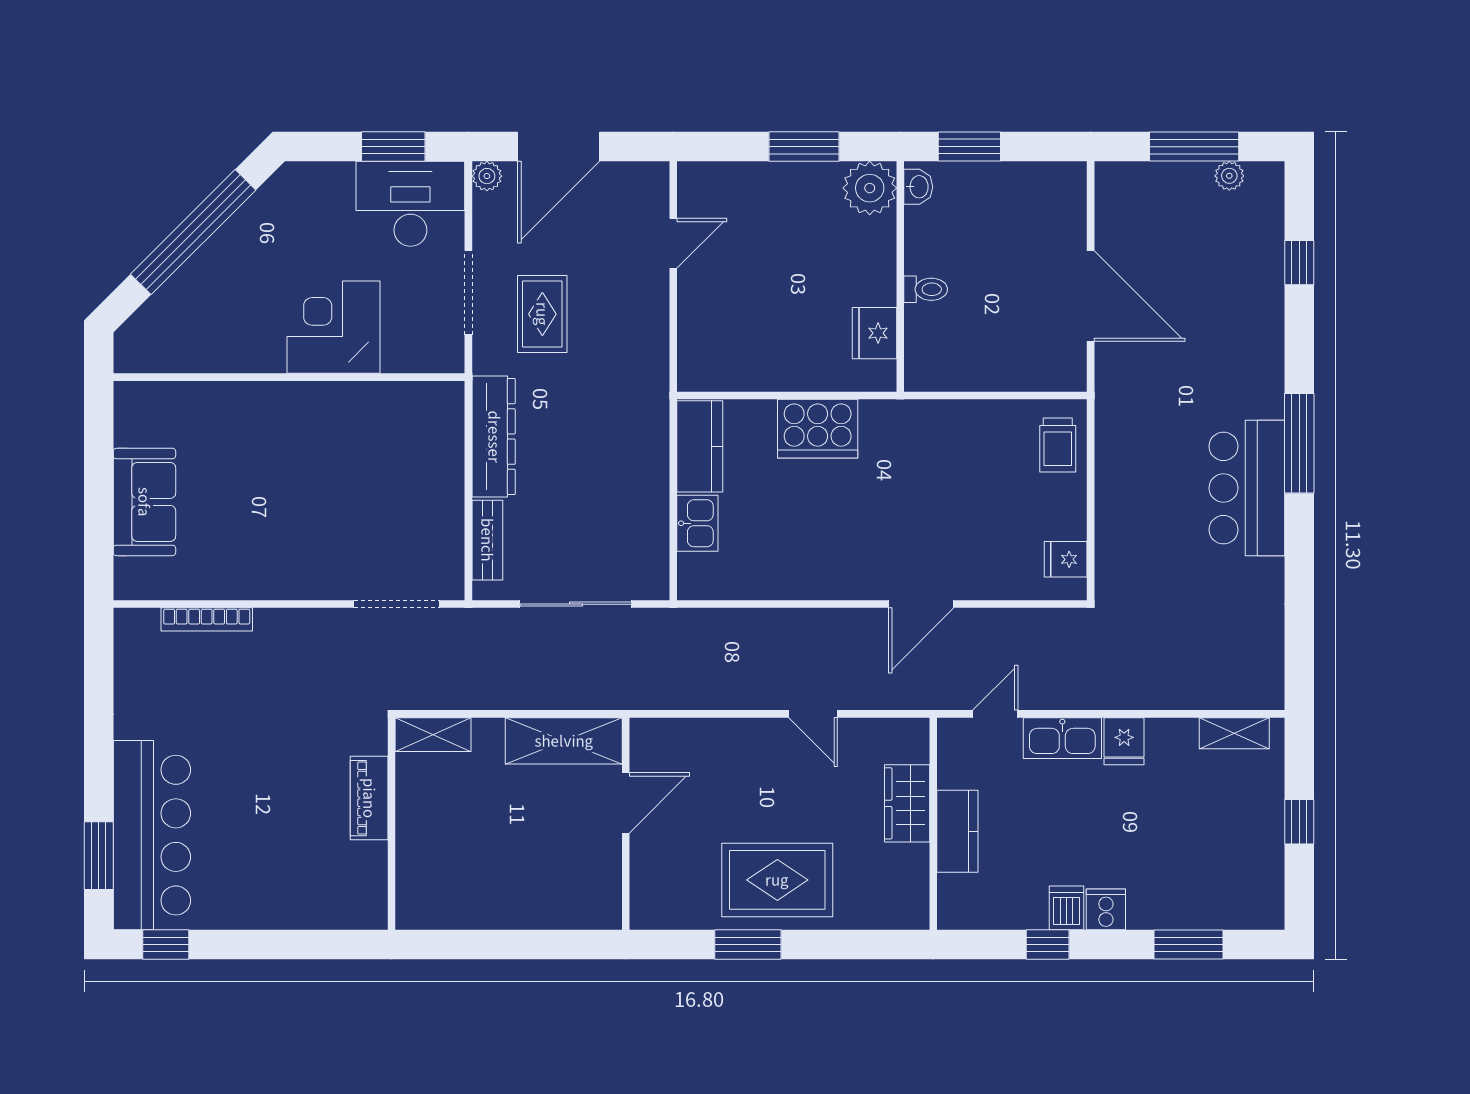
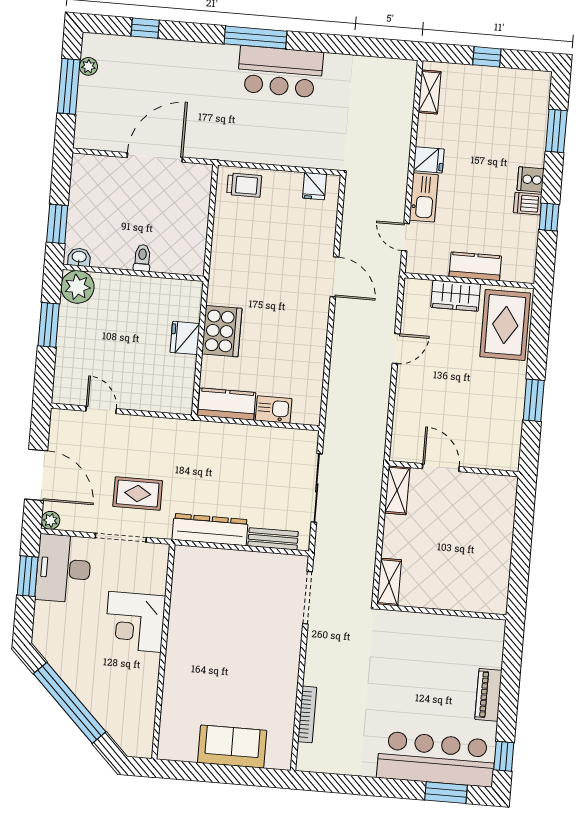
fridge: (874, 333) -> (185, 338), moved, turned 90
shelving: (564, 741) -> (397, 490), width x0.67, depth x0.75
piano: (369, 798) -> (488, 695), moved, turned 90
rug: (777, 880) -> (505, 325), moved

